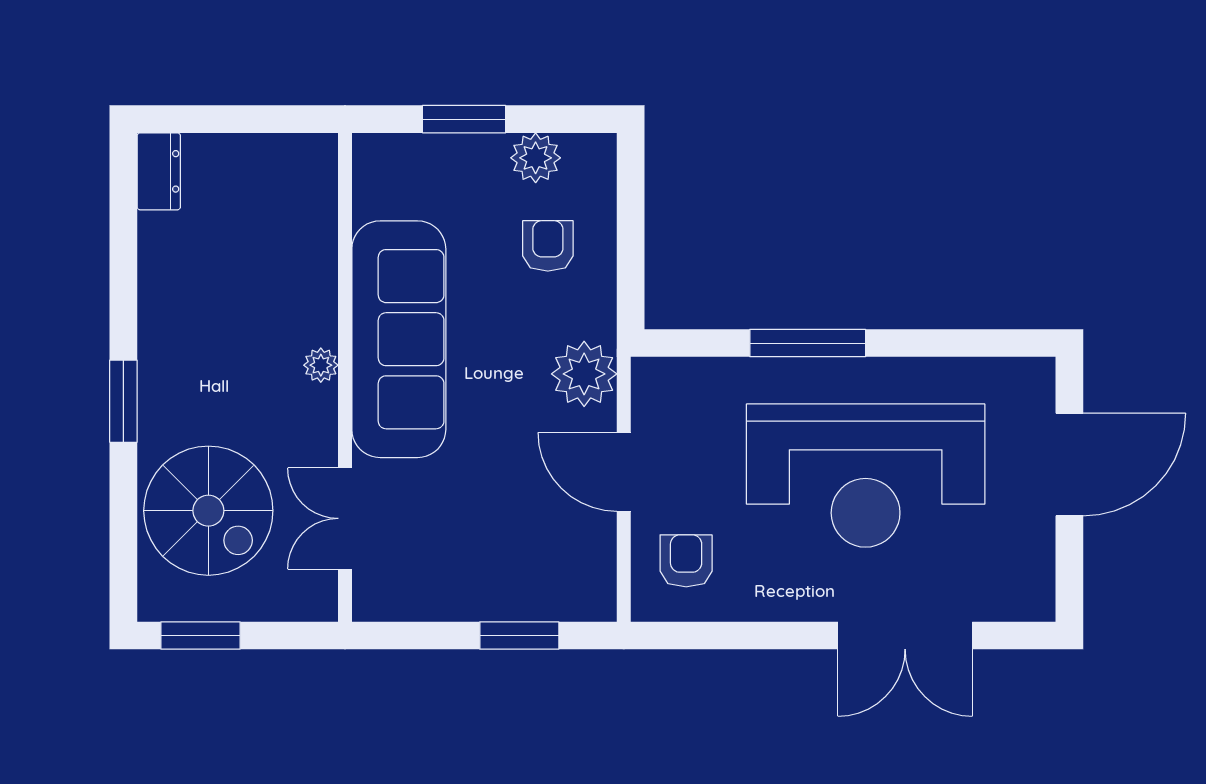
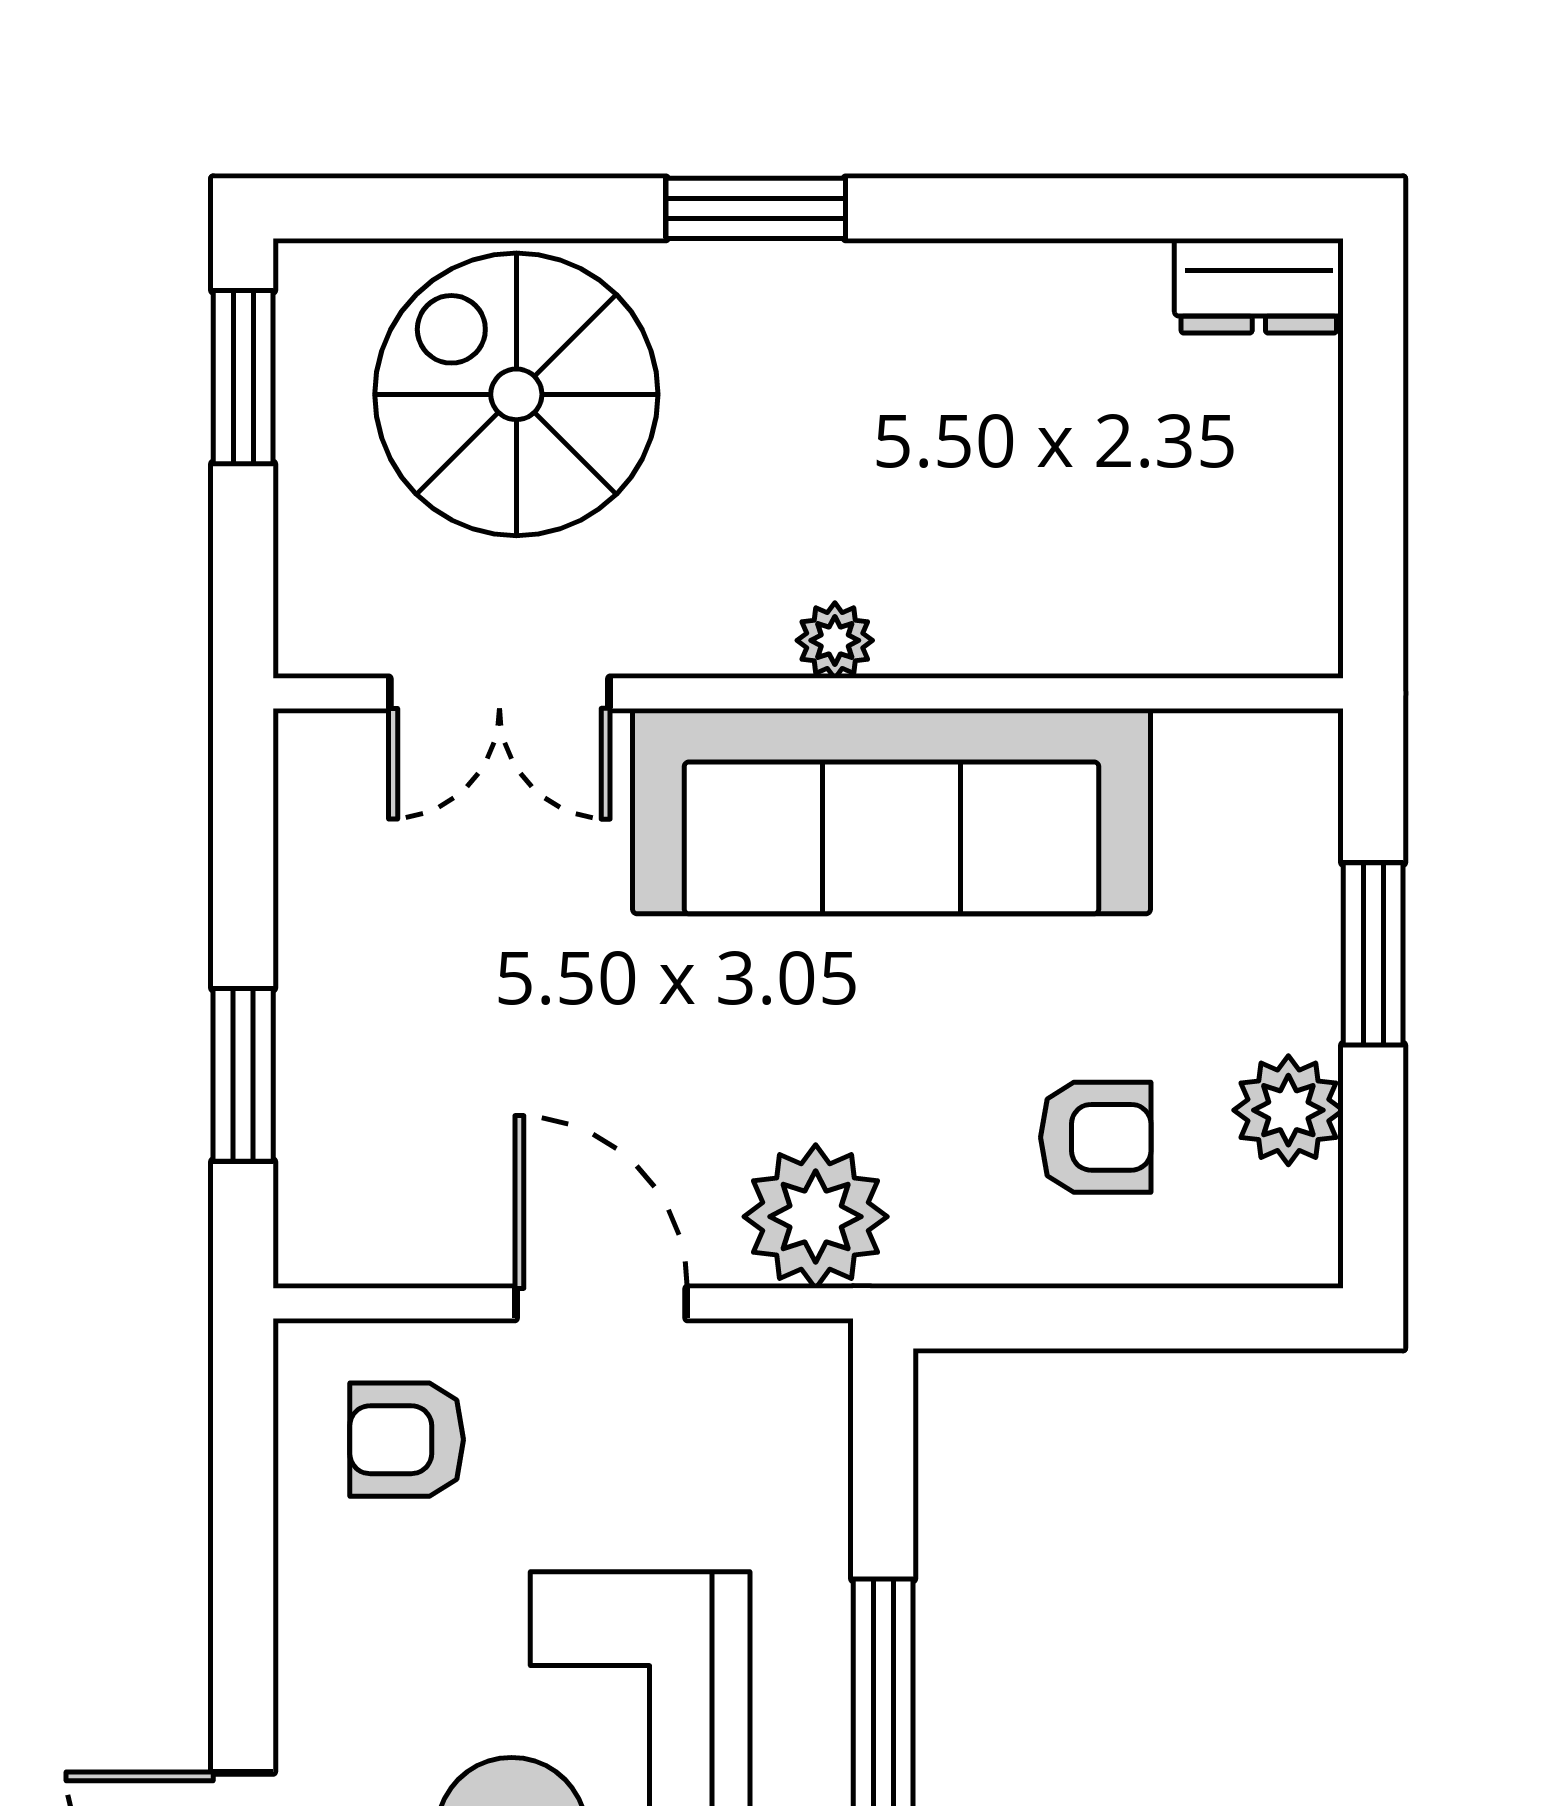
door: (624, 472) -> (601, 1303), hinge flipped
spiral stairs: (208, 511) -> (516, 394), turned 90
double door: (345, 518) -> (499, 693), swing flipped
armchair: (686, 561) -> (407, 1440), turned 180

